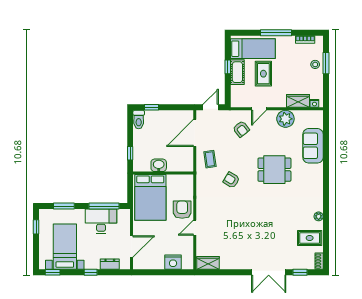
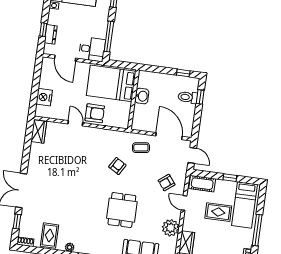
cot: (237, 72) -> (202, 184), moved
toilet: (139, 120) -> (188, 97), moved
window: (130, 153) -> (183, 73), moved
desk: (101, 221) -> (92, 49), moved, width x0.73
window: (91, 272) -> (43, 30), moved

